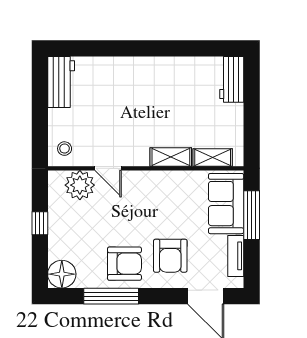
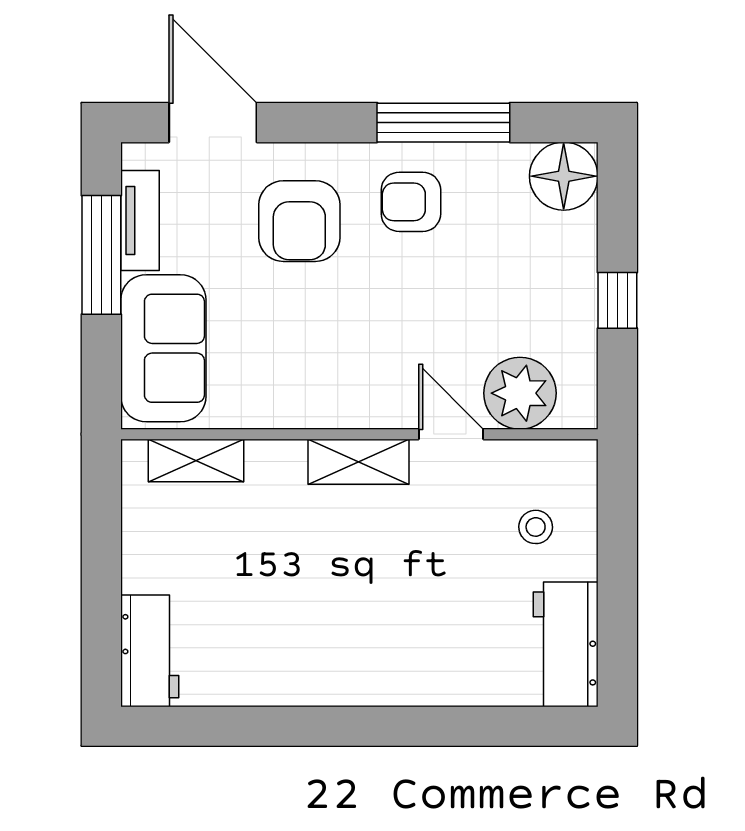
stool: (65, 149) -> (536, 527), moved
shelving: (171, 157) -> (359, 462), moved
window: (252, 215) -> (101, 255), moved
armchair: (170, 256) -> (299, 221), turned 180
armchair: (124, 264) -> (411, 202), width x0.72, depth x0.72

